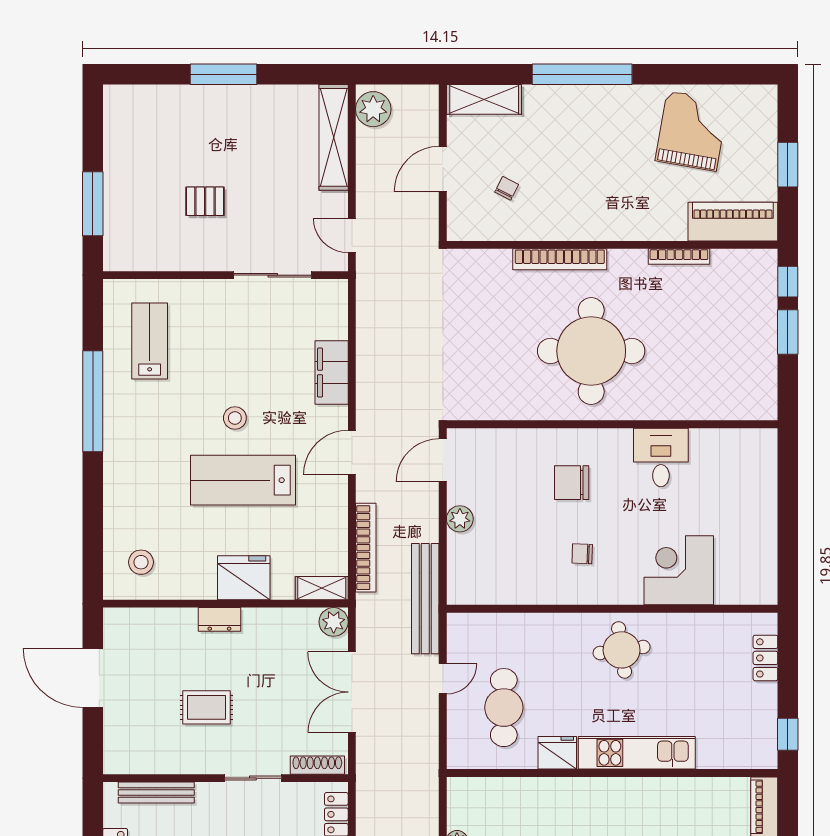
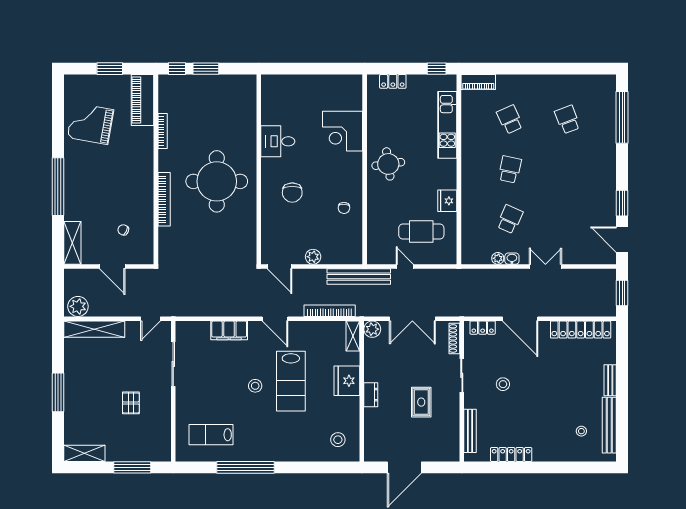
shelving: (117, 120) -> (84, 453), added
chair: (582, 554) -> (344, 208), moved
kitchen unit: (637, 753) -> (447, 125), moved

